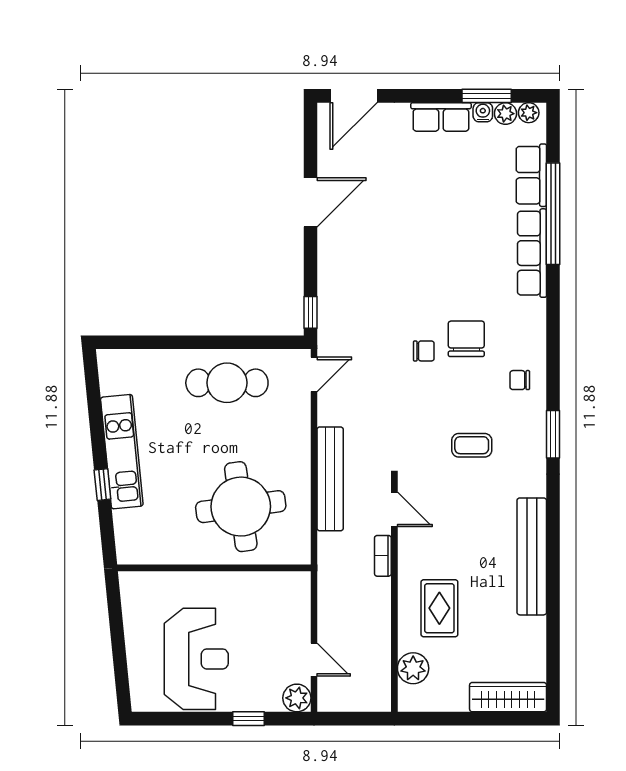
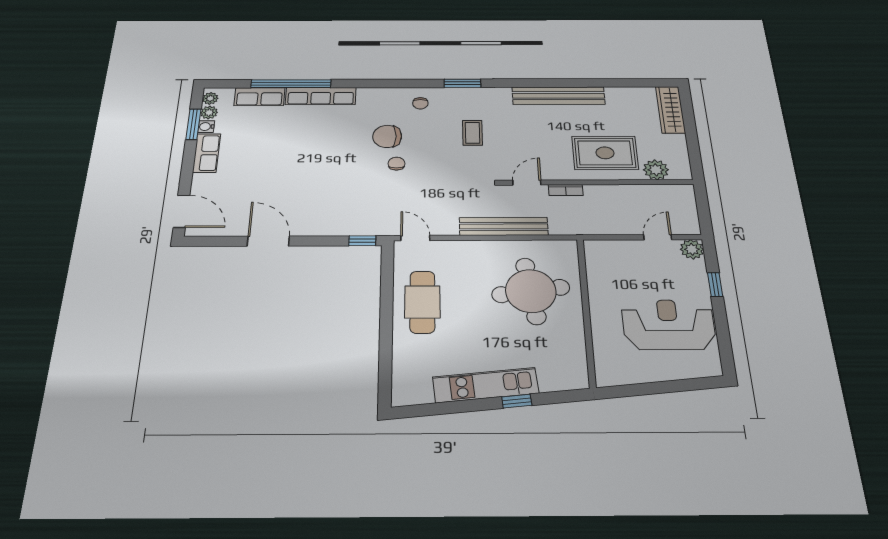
rug: (439, 608) -> (605, 153), width x1.36, depth x1.43

